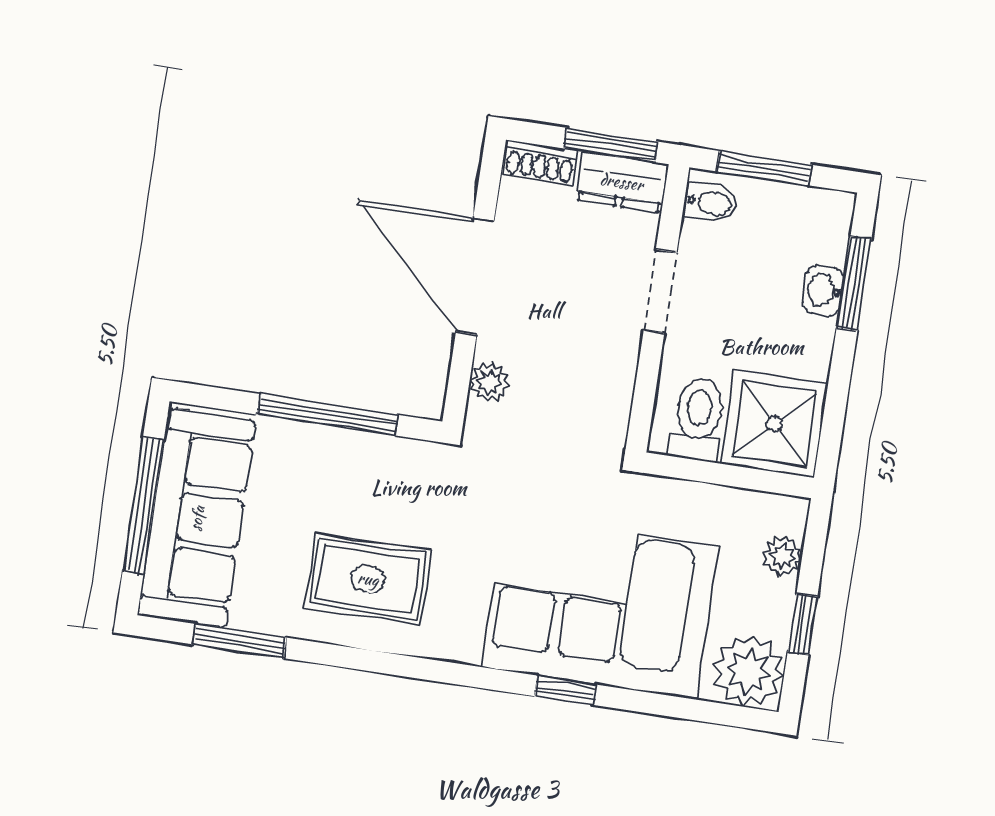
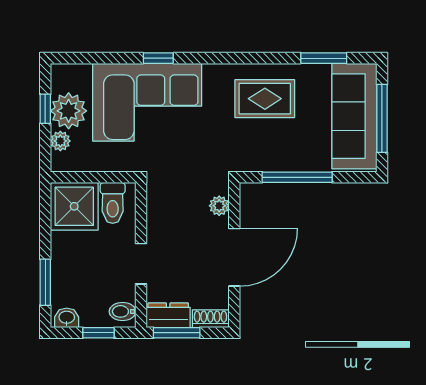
window: (764, 168) -> (98, 333), width x0.67
door: (475, 276) -> (234, 257), hinge flipped
washbasin: (823, 290) -> (67, 318), moved, turned -90
plant: (749, 671) -> (69, 111), moved

